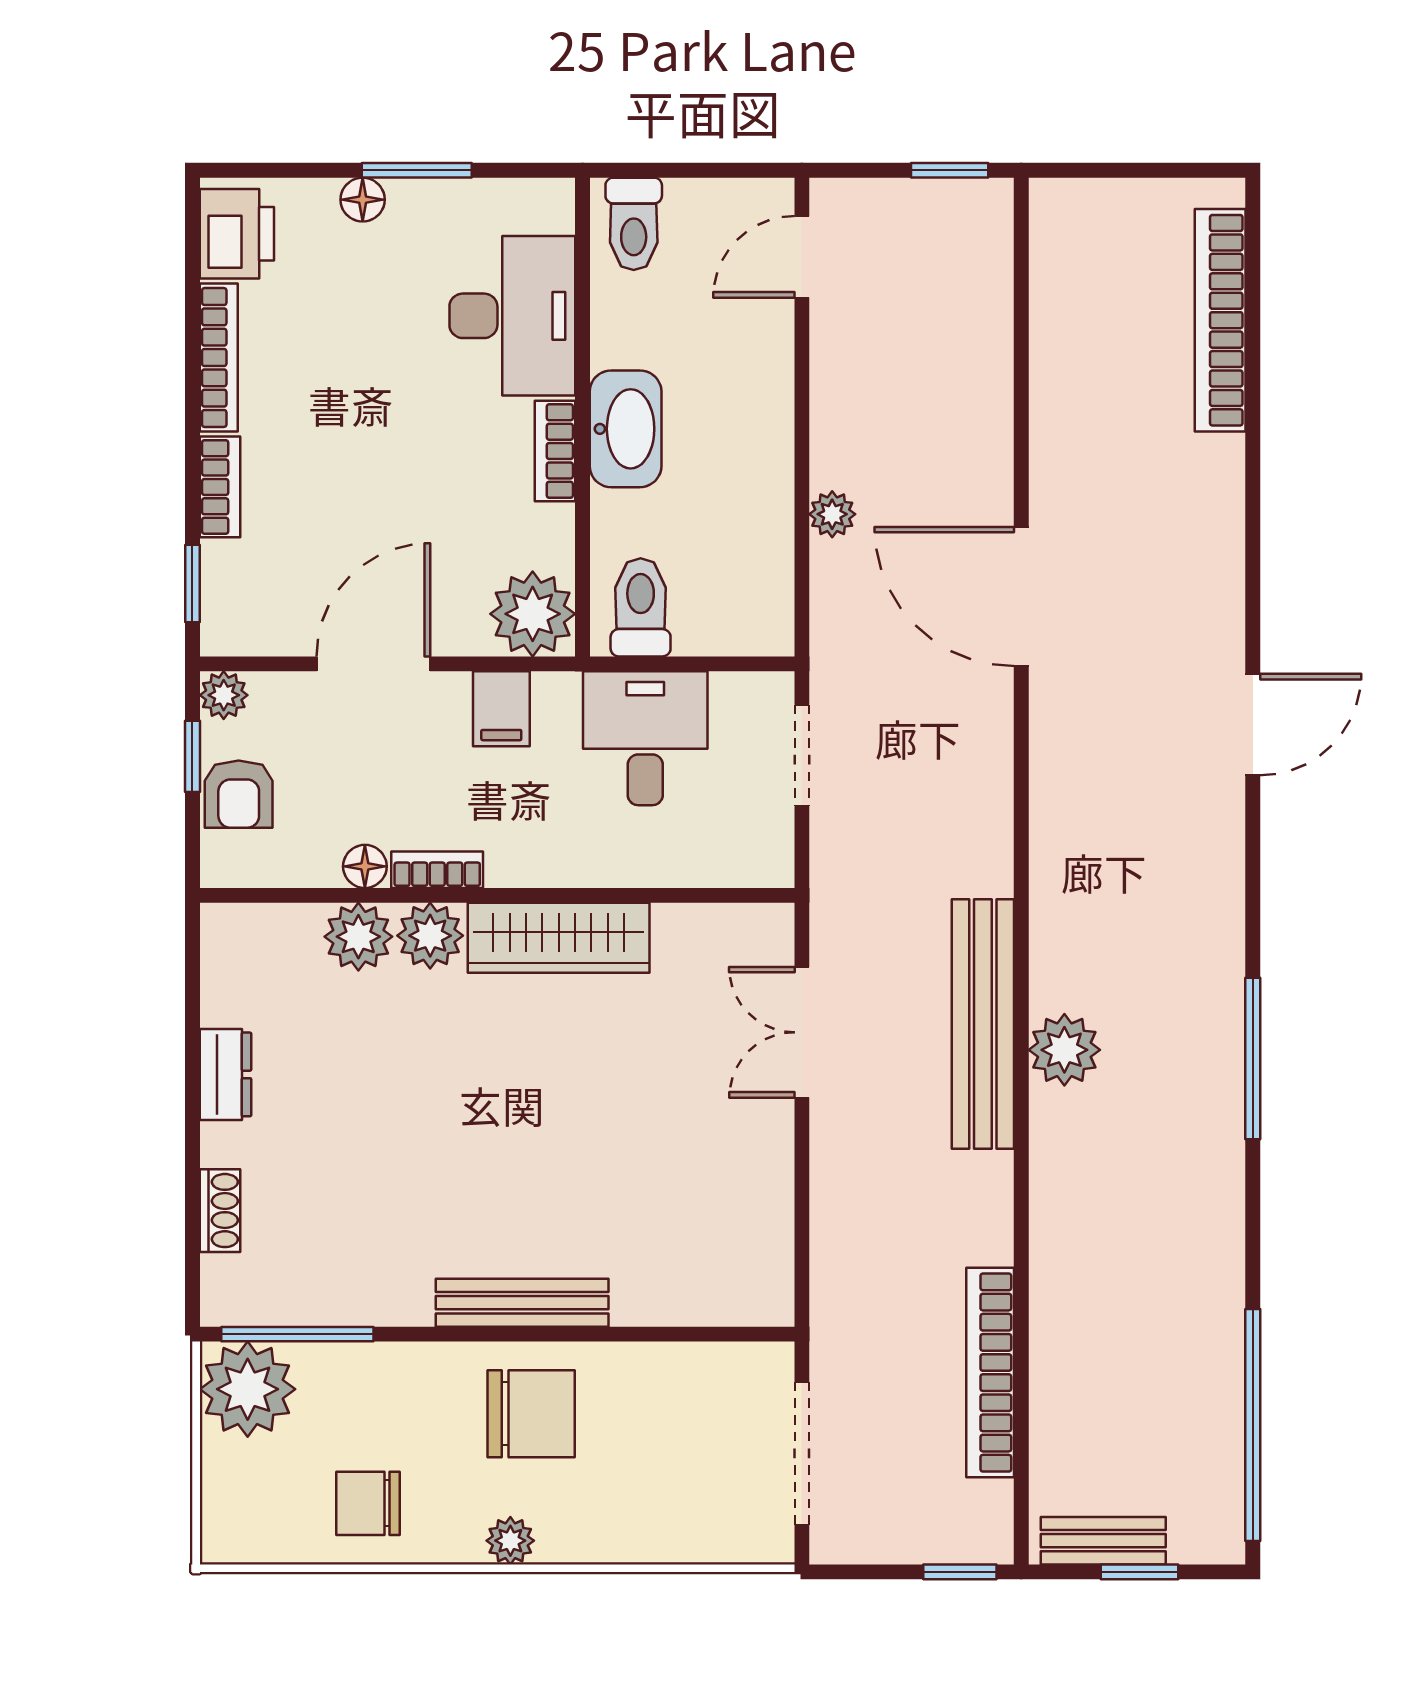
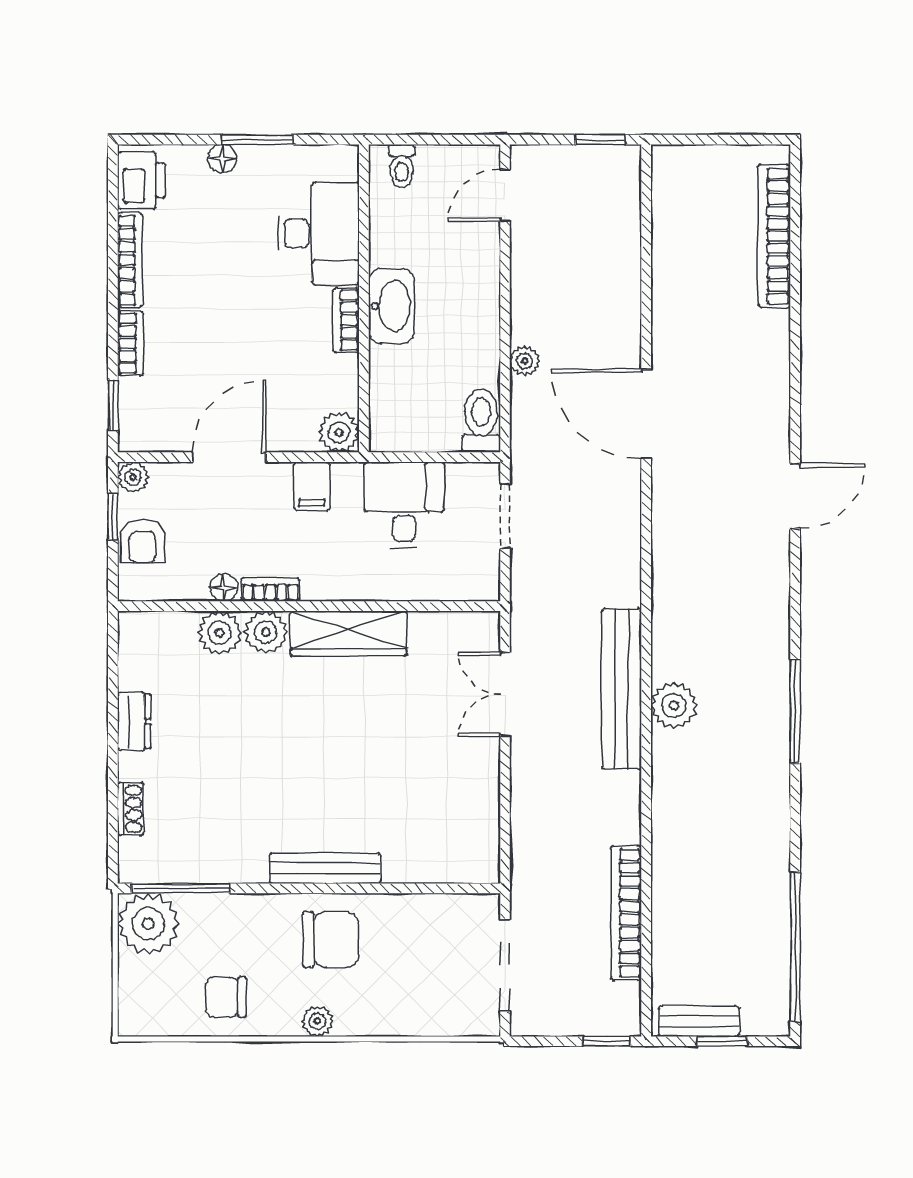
toilet: (634, 224) -> (402, 166), width x0.73, depth x0.72
toilet: (641, 607) -> (481, 421), moved
plant: (533, 614) -> (339, 432), width x0.73, depth x0.73

